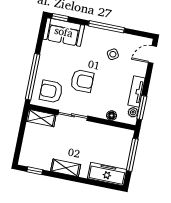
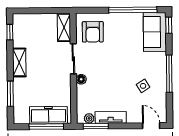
window: (33, 77) -> (133, 10), moved
armchair: (82, 81) -> (110, 61), removed
armchair: (51, 91) -> (93, 32), turned 180
floor lamp: (112, 116) -> (81, 79), moved
freezer: (107, 174) -> (48, 115), moved, turned -90
window: (94, 183) -> (10, 94), added

